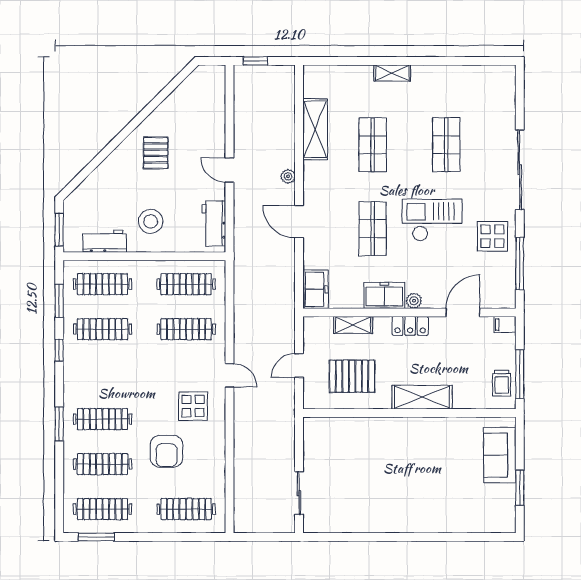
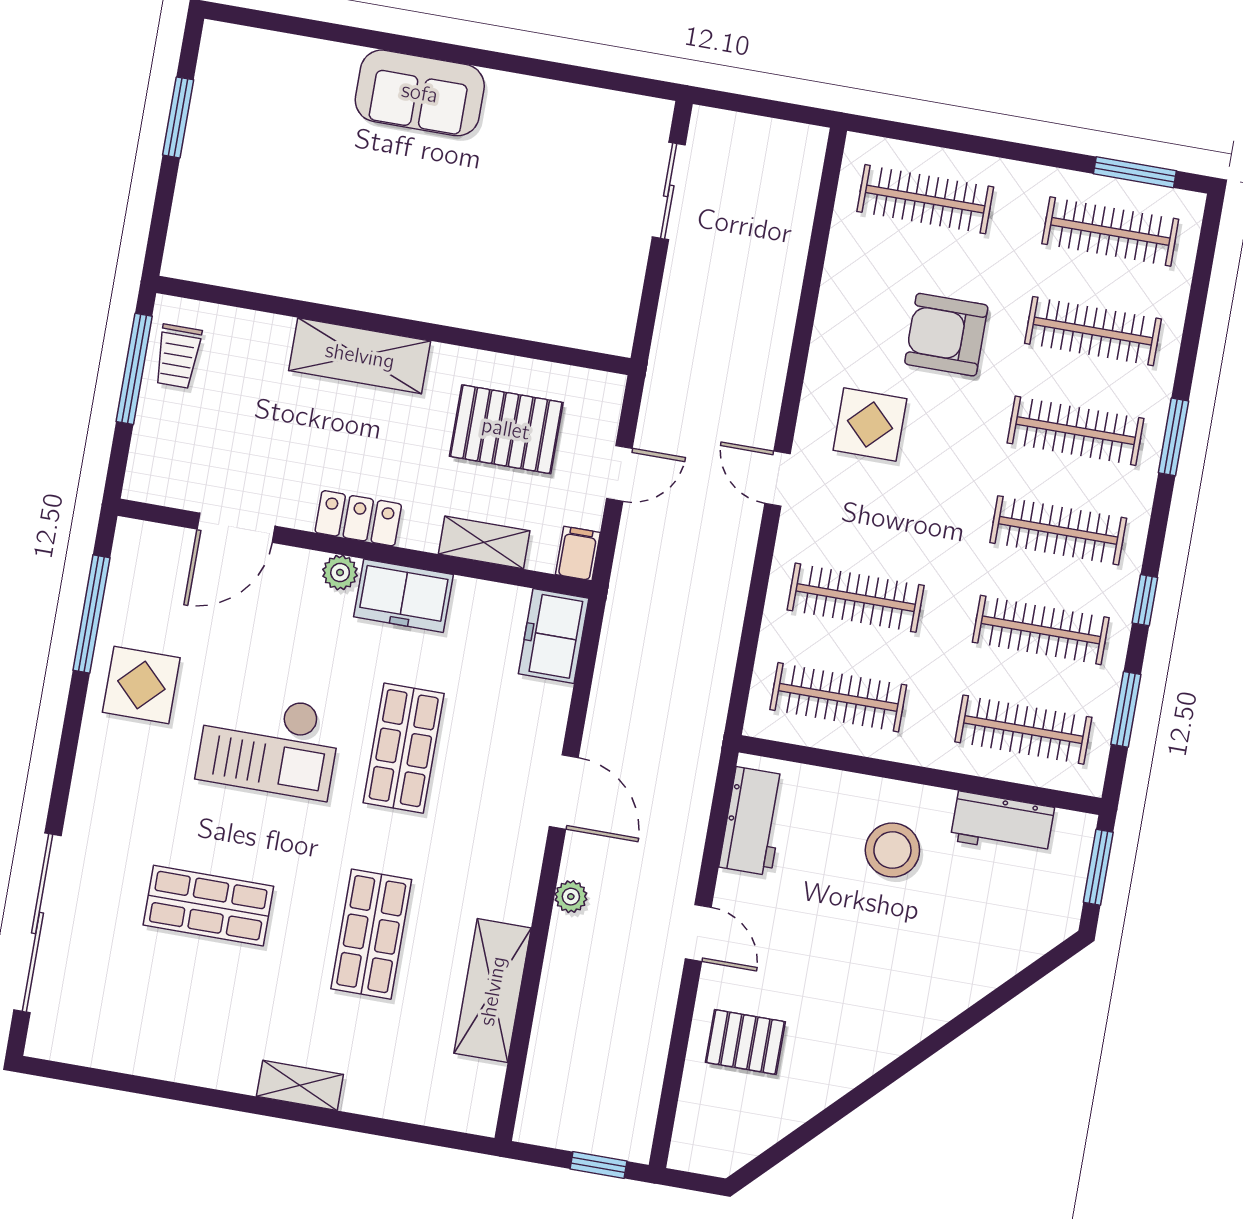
shop shelf: (446, 145) -> (208, 906), turned 90
pallet: (156, 153) -> (745, 1042), moved, turned 90
sliding door: (520, 170) -> (38, 923), moved
filing cabinet: (505, 325) -> (578, 553), moved, turned -90
clothes rail: (103, 374) -> (1058, 530), added
trolley: (502, 383) -> (178, 356), turned 180
armchair: (166, 451) -> (946, 335), turned -90
sofa: (500, 455) -> (420, 93), moved, turned 90

